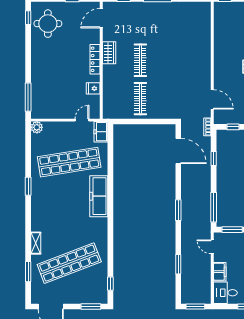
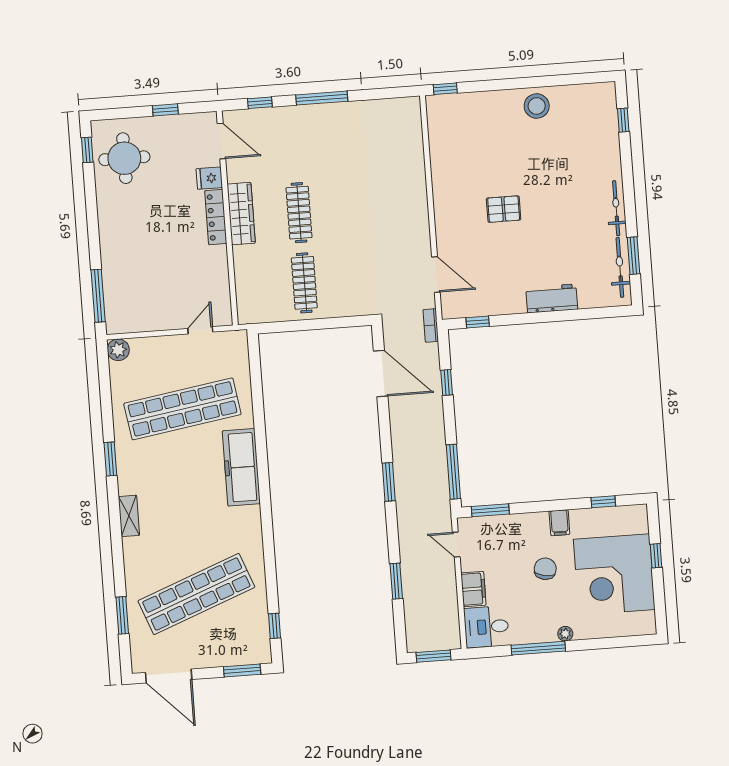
door: (101, 18) -> (221, 141), swing flipped
wardrobe: (109, 53) -> (241, 214), width x1.50
fridge: (93, 88) -> (209, 178), moved
freezer: (101, 132) -> (236, 349), removed
shelving: (36, 243) -> (129, 516), moved

